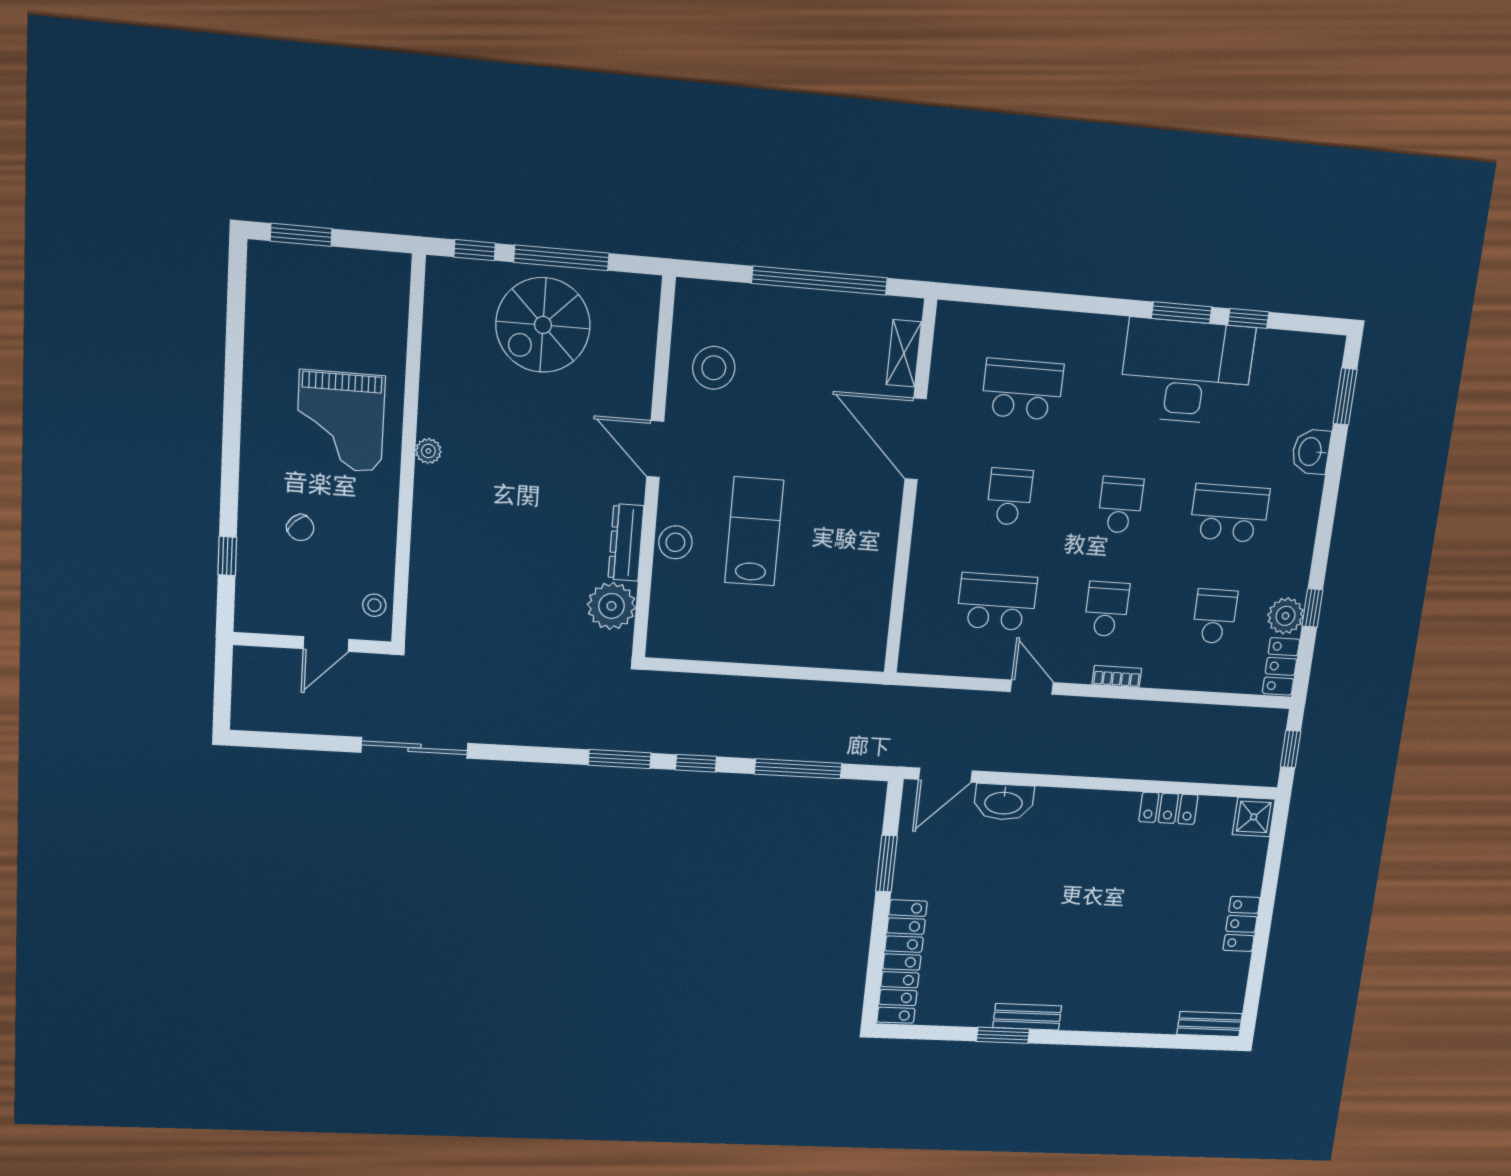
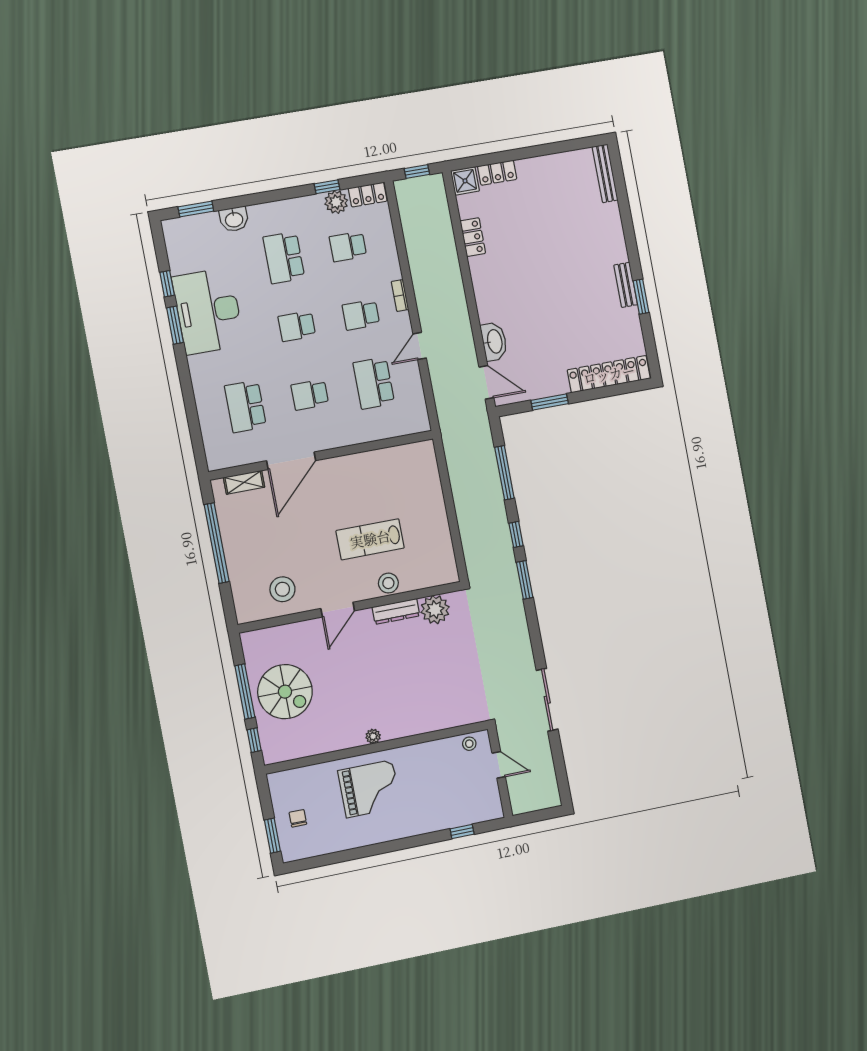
chair: (300, 528) -> (298, 818), moved, turned -47
locker: (1241, 924) -> (497, 173), moved
bench: (1210, 1024) -> (605, 173), width x1.36

